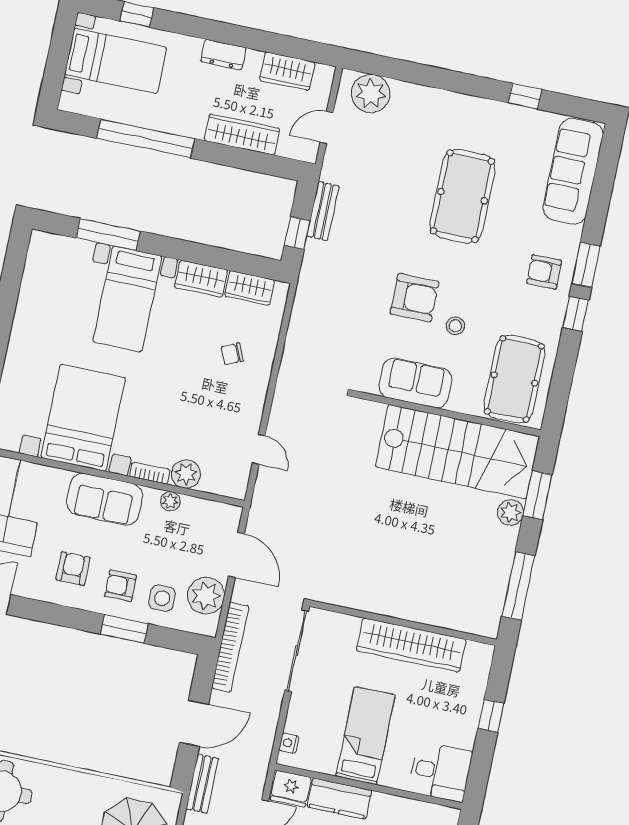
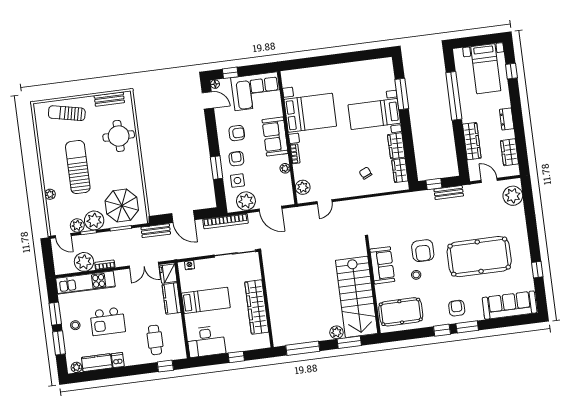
pool table: (462, 196) -> (479, 257), width x1.36, depth x1.32
plant: (186, 474) -> (303, 187), moved
door: (236, 555) -> (270, 209), hinge flipped
desk: (440, 772) -> (206, 341), width x1.37

